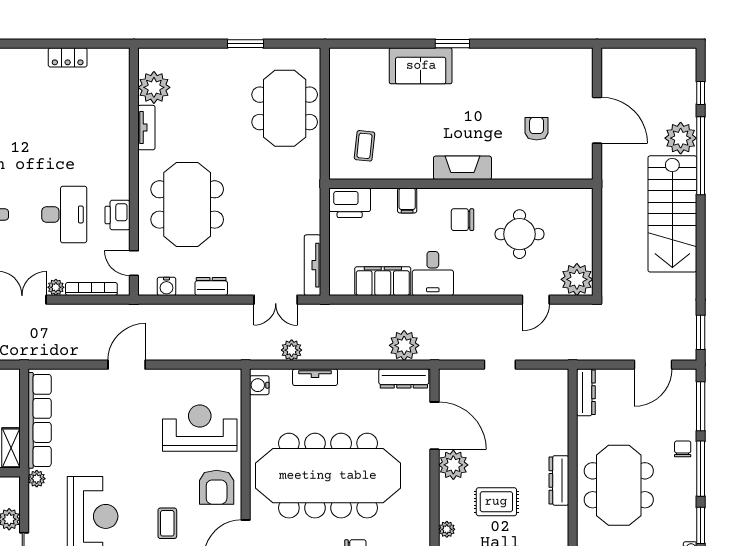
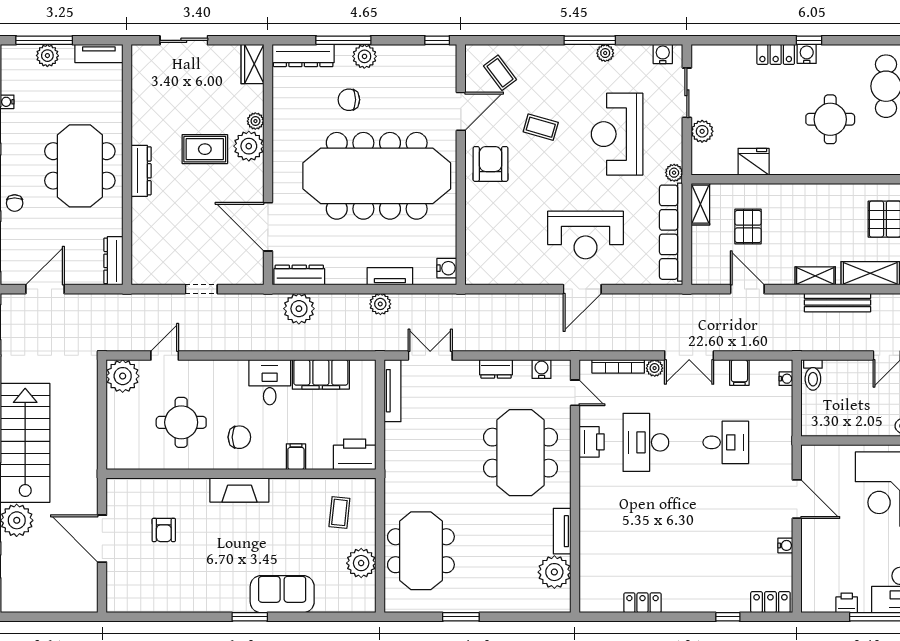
plant: (343, 96) -> (361, 563), added
plant: (292, 350) -> (380, 304), moved
reception desk: (200, 428) -> (585, 235), moved
plant: (453, 465) -> (249, 146), moved
coffee table: (167, 523) -> (541, 127), turned -74

